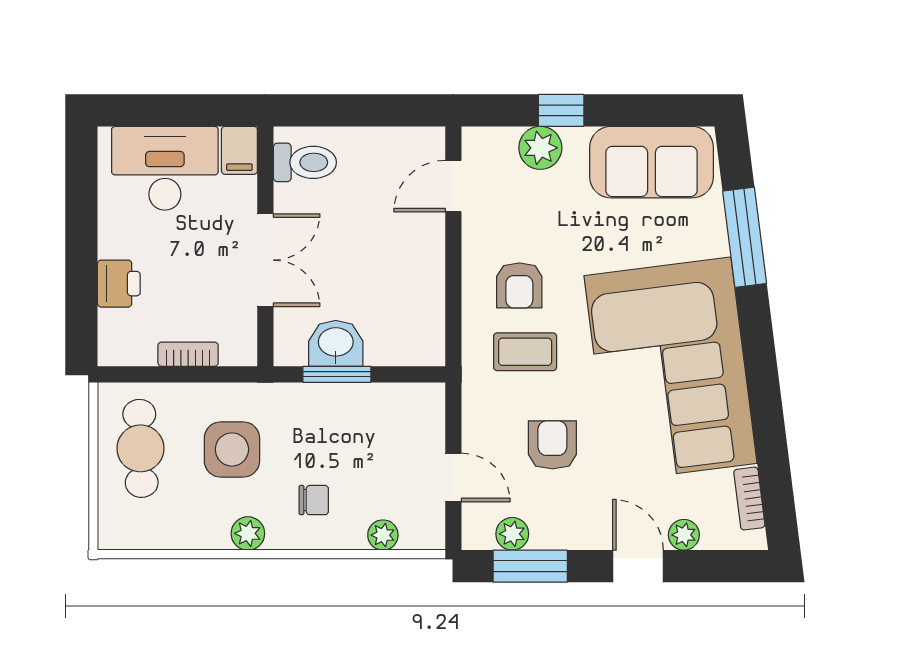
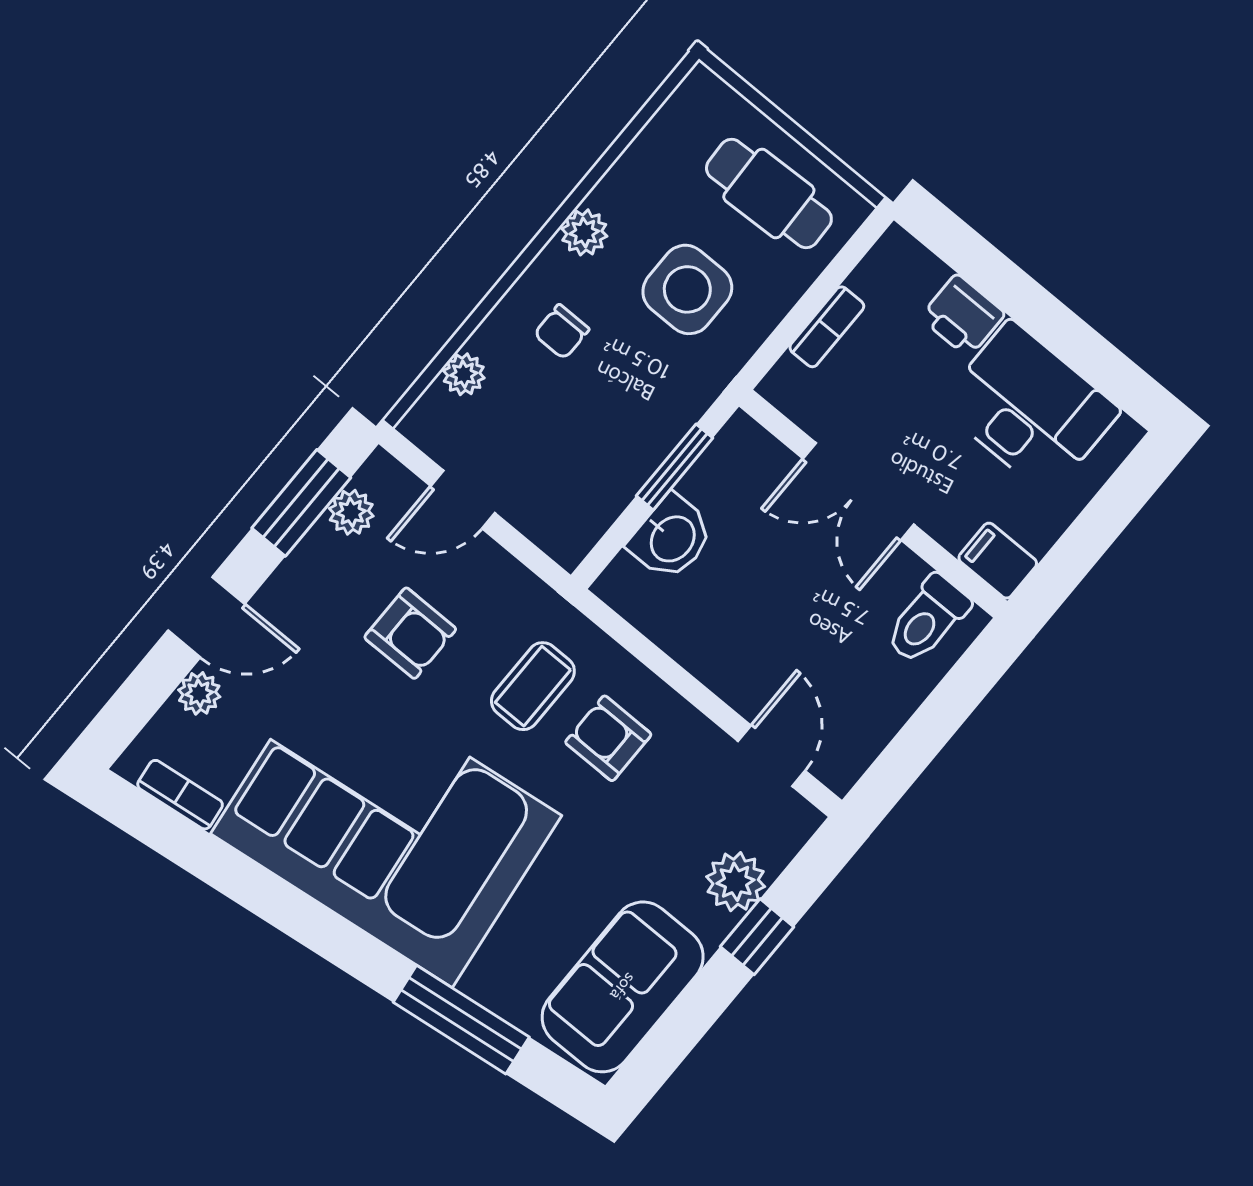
desk: (165, 168) -> (1029, 408), moved, turned -90
washbasin: (336, 343) -> (671, 538), moved

